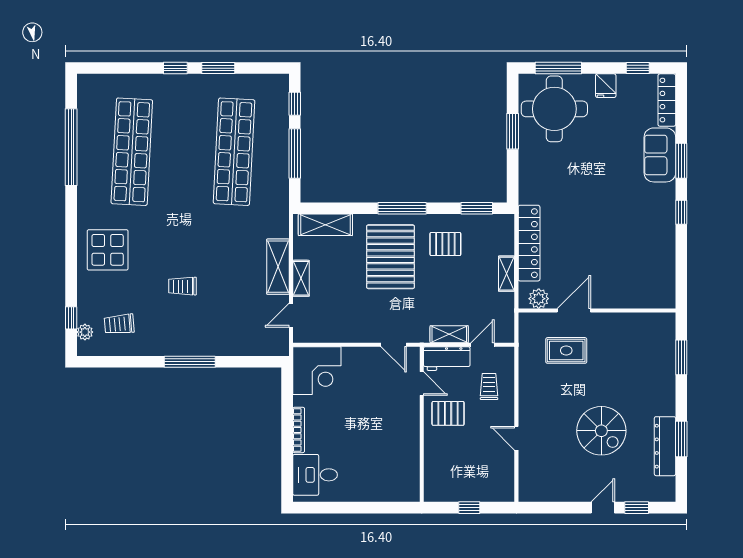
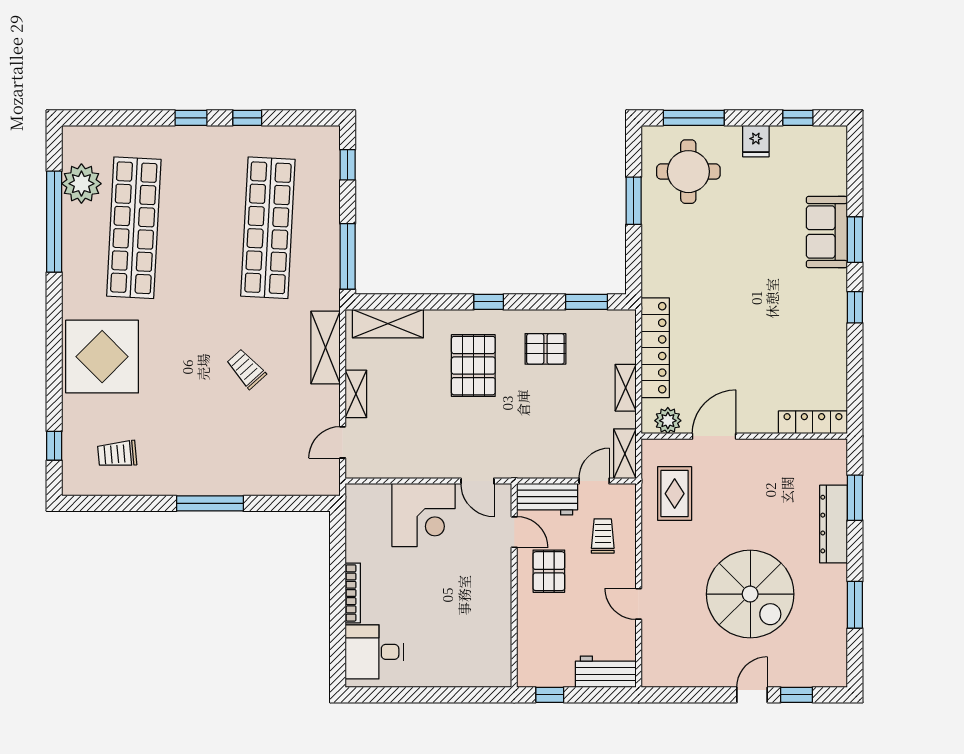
window: (218, 68) -> (247, 118), width x0.67
locker: (667, 100) -> (813, 422), moved, turned 90
round table: (554, 109) -> (688, 172), width x0.73, depth x0.73
window: (295, 153) -> (348, 256), moved
window: (402, 208) -> (489, 302), width x0.46
display table: (108, 250) -> (102, 357), width x1.36, depth x1.36
pallet: (390, 257) -> (473, 366), width x0.73, depth x0.71
shelving: (278, 267) -> (326, 347), moved
trolley: (183, 286) -> (246, 369), moved, turned 48
plant: (85, 332) -> (81, 184), moved, width x1.87, depth x1.87
shelving: (449, 334) -> (625, 454), moved, turned 90
rug: (566, 350) -> (675, 494), moved, turned 90
corner desk: (317, 371) -> (424, 515), moved
pallet: (448, 413) -> (549, 571), turned 90
spiral stairs: (601, 431) -> (750, 594), width x1.37, depth x1.37
dresser: (665, 446) -> (834, 524), moved
workbench: (491, 490) -> (606, 672), added
window: (469, 508) -> (550, 695), moved

